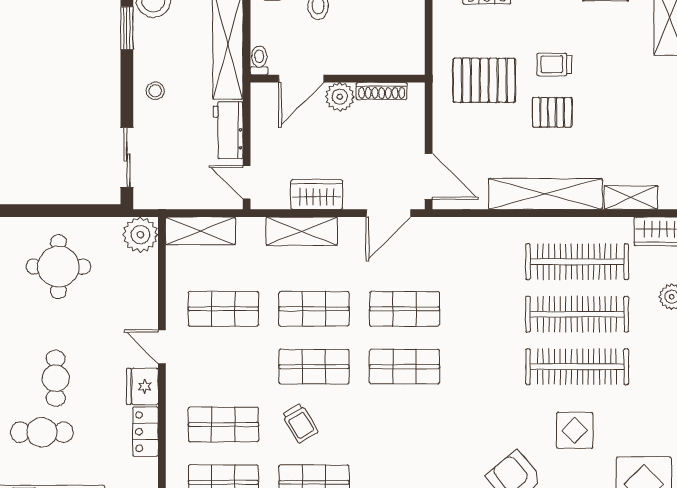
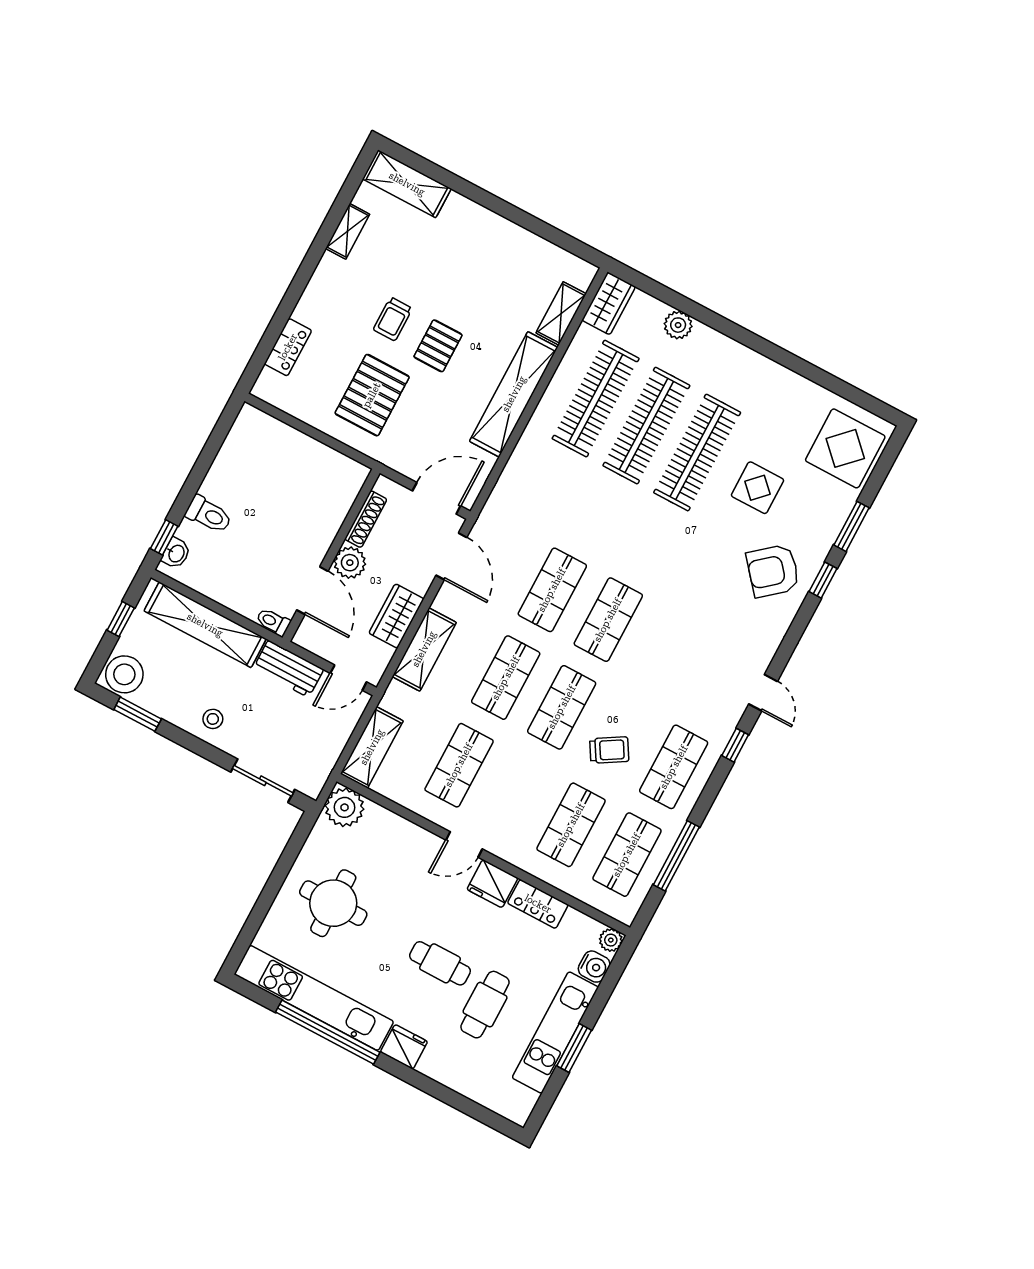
toilet: (259, 60) -> (273, 622), moved
door: (301, 79) -> (312, 591), moved
wall: (338, 79) -> (331, 555), moved
shoe rack: (382, 91) -> (366, 519), moved
plant: (340, 97) -> (350, 563), moved

